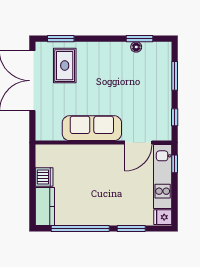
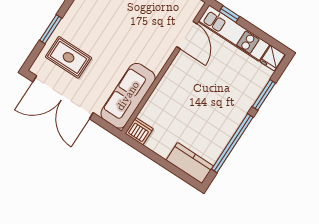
window: (61, 39) -> (51, 29), moved
sofa: (92, 128) -> (128, 96), moved
dishwasher: (44, 177) -> (139, 131), moved

